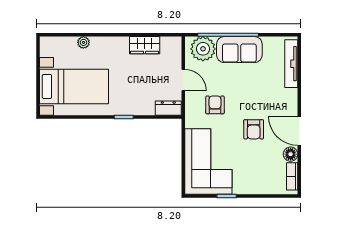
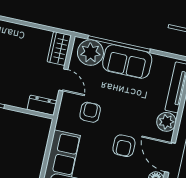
wardrobe: (145, 45) -> (59, 49), moved, turned 90
plant: (289, 98) -> (166, 122), added

